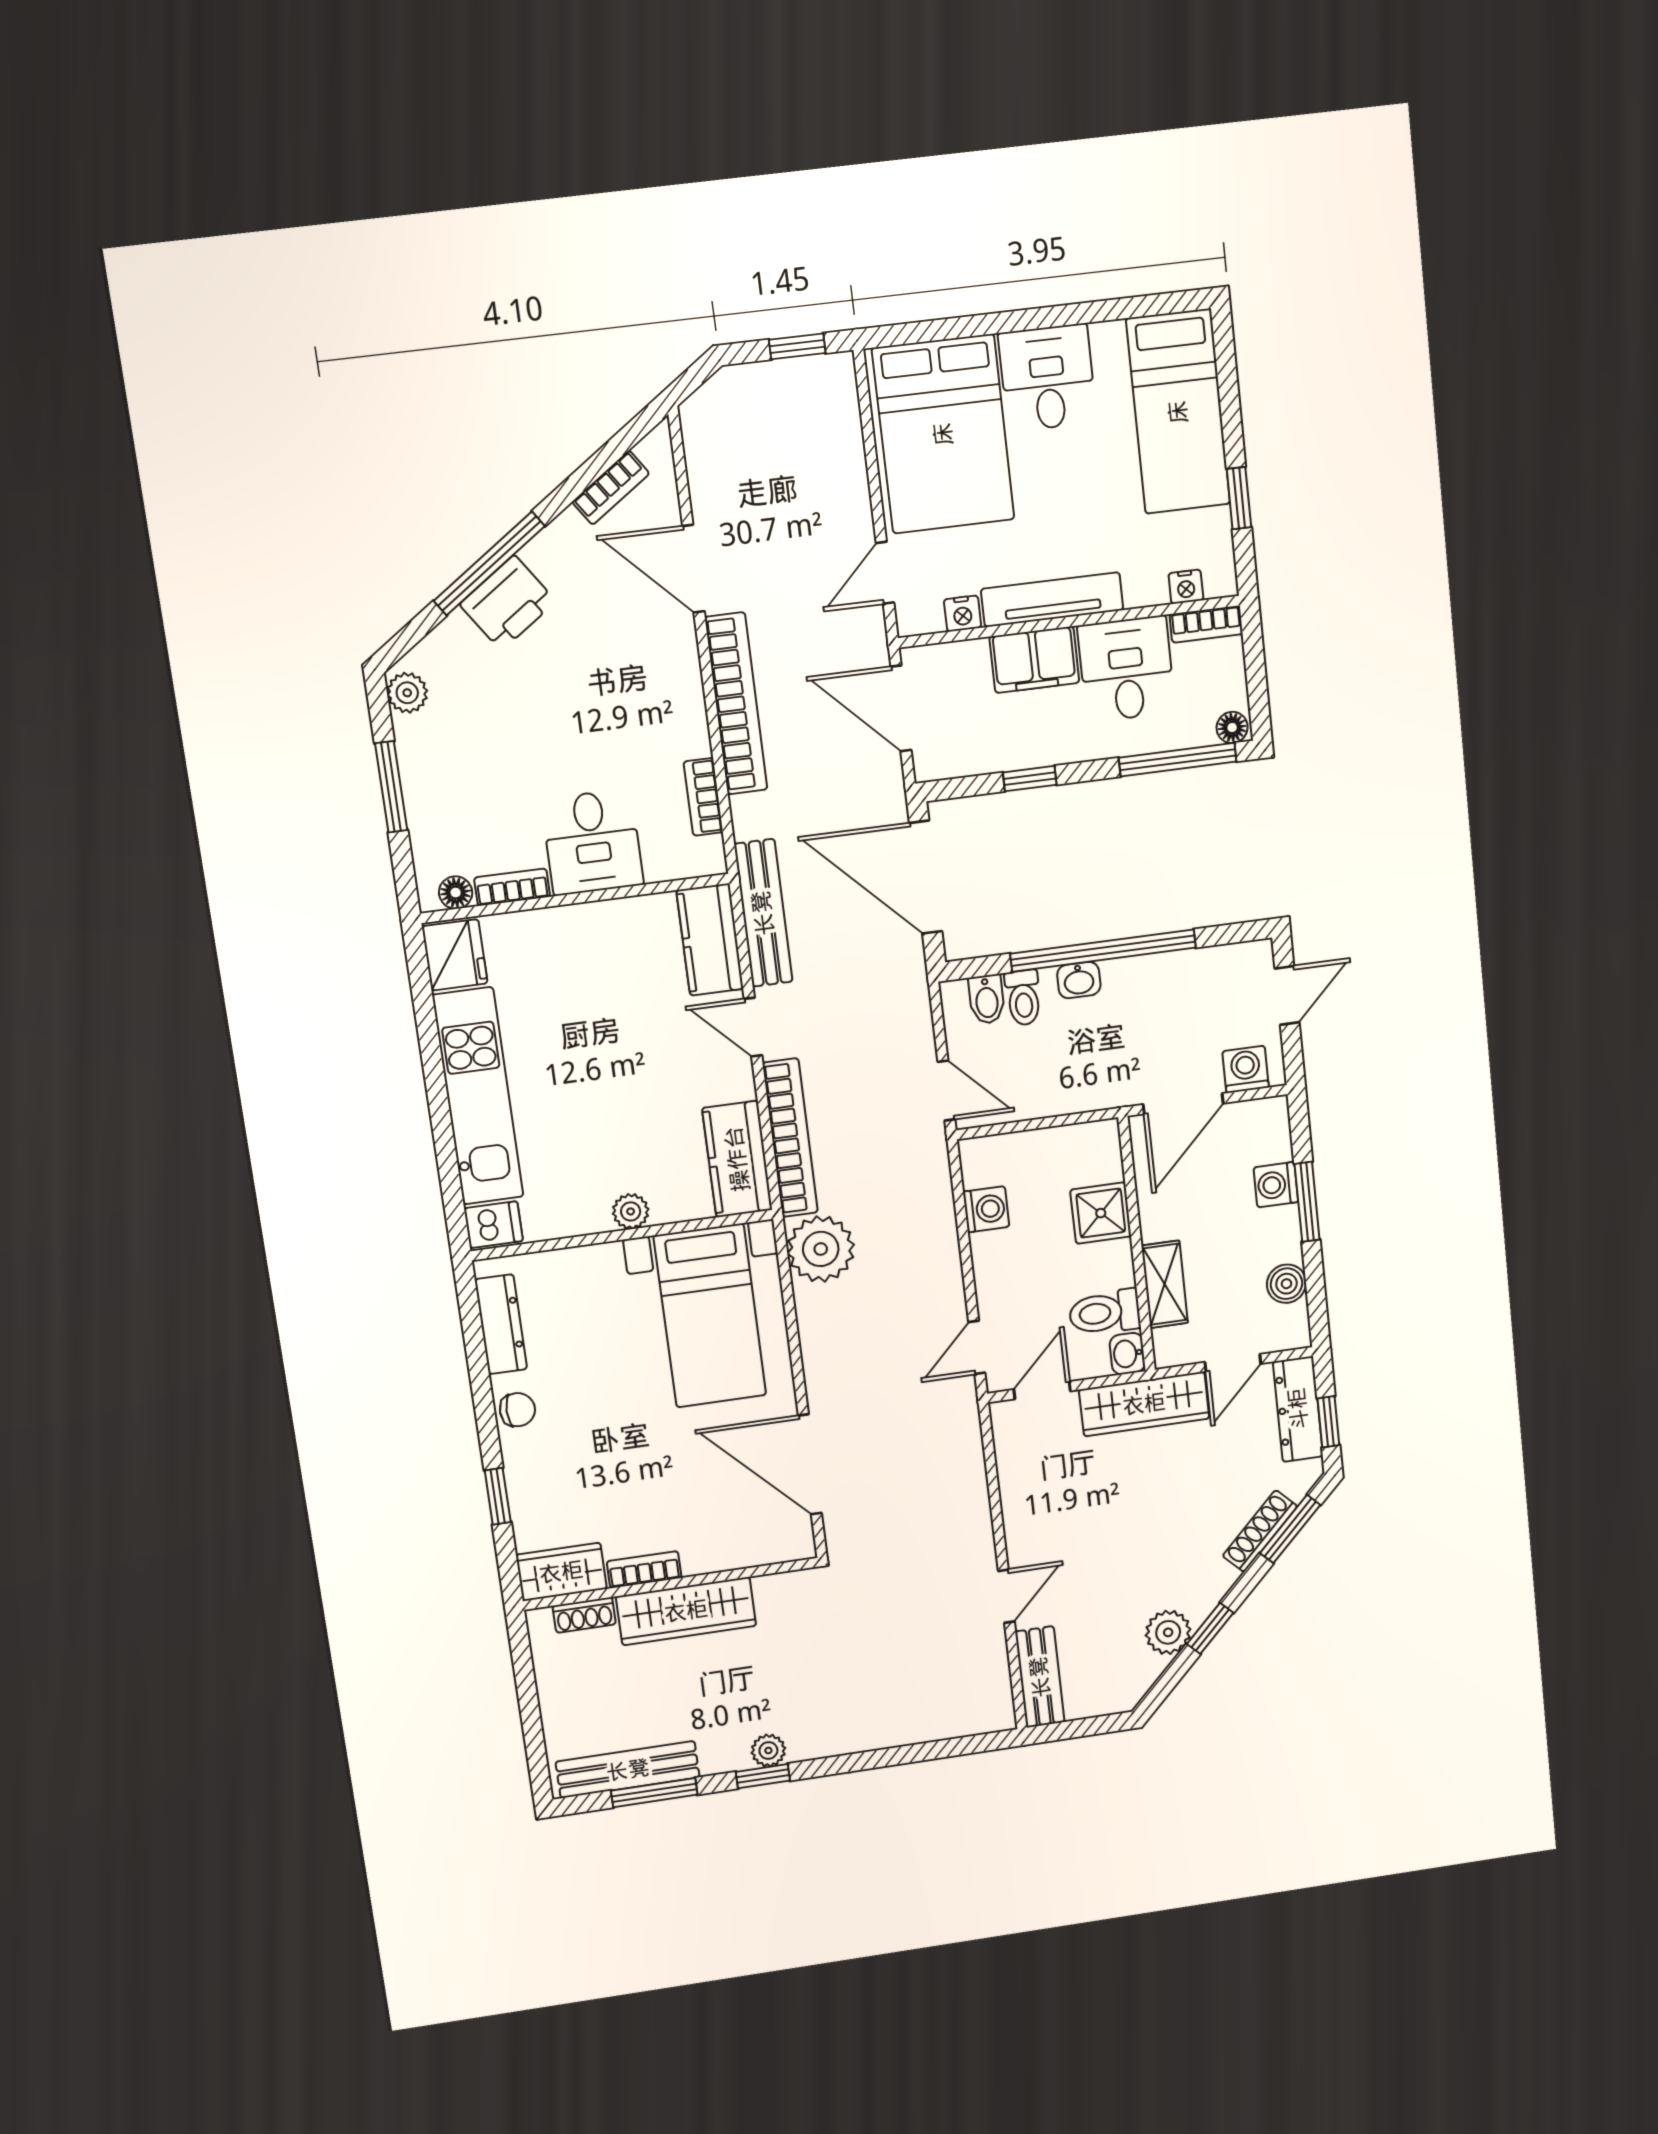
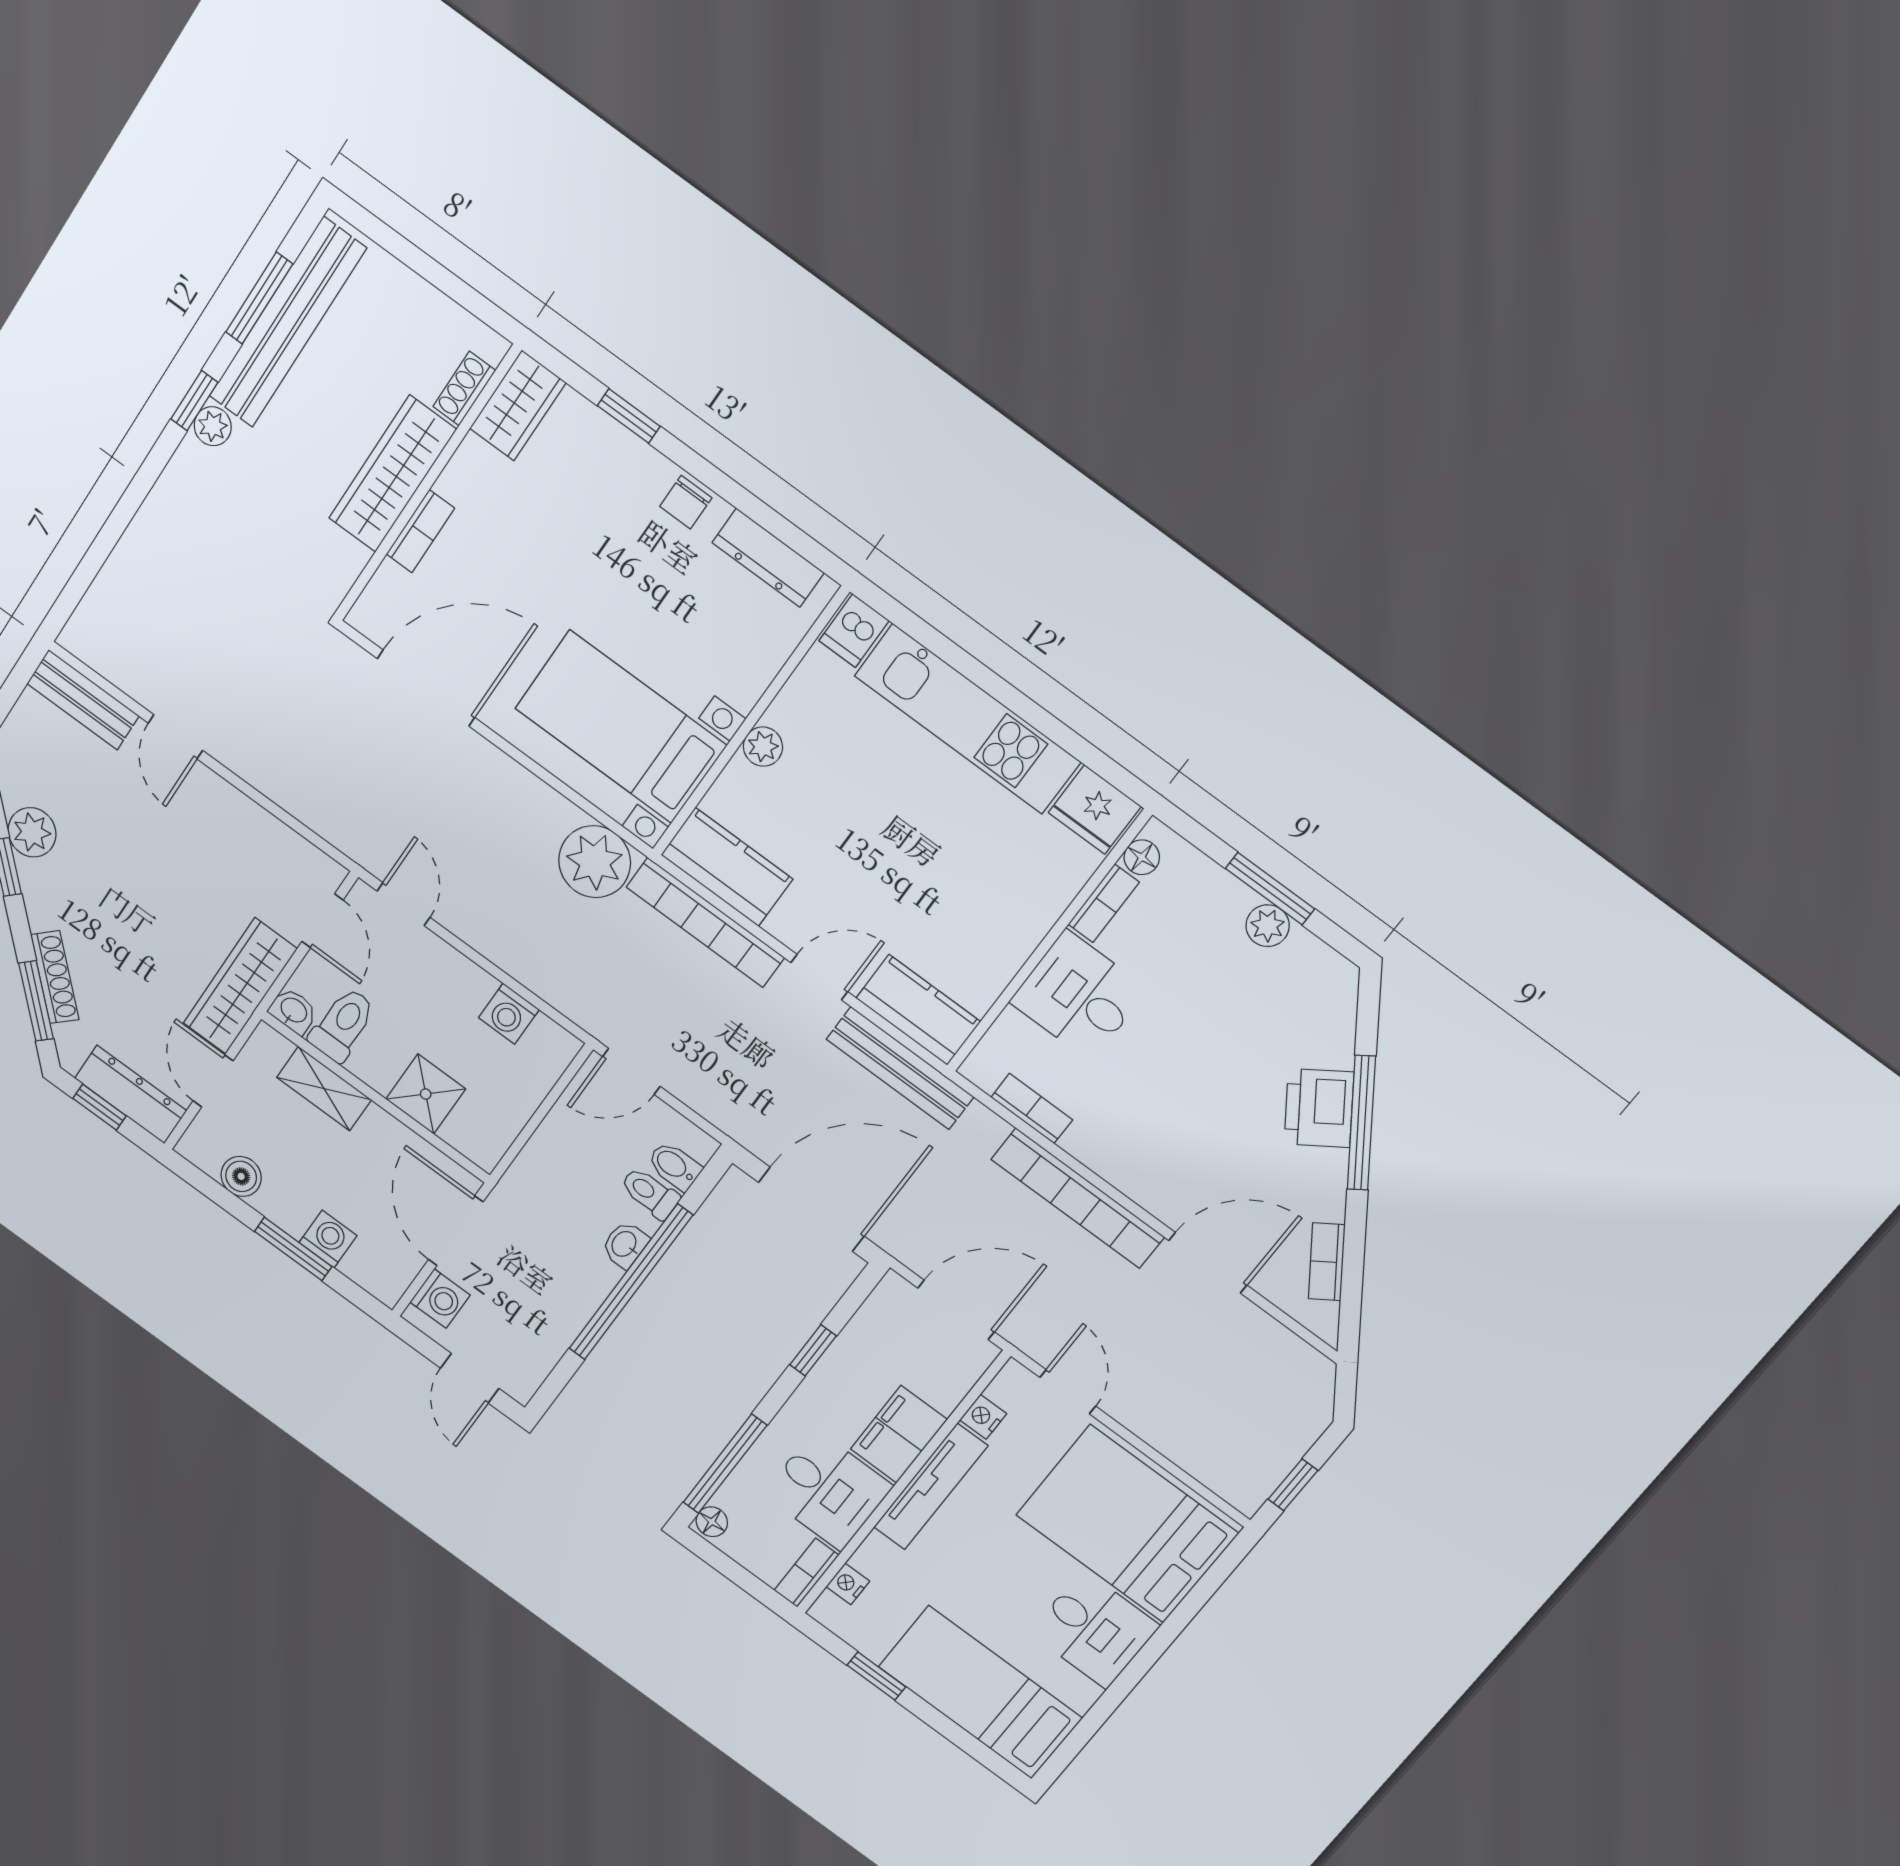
plant: (407, 693) -> (1268, 926), moved
bookcase: (644, 1570) -> (420, 531), moved
bench: (628, 1770) -> (288, 322), width x1.37, depth x1.21

